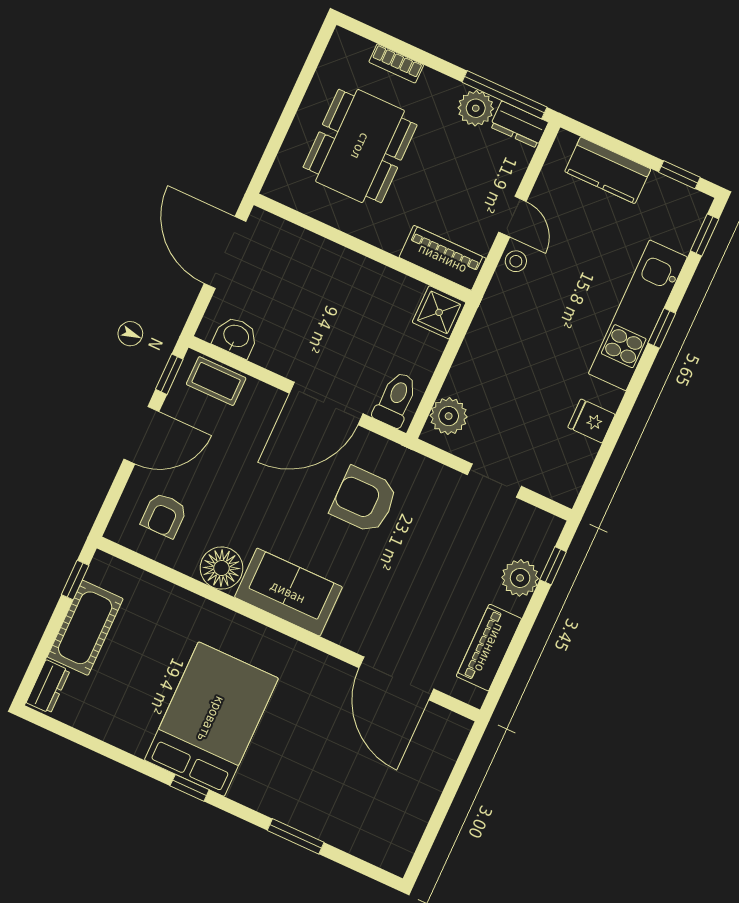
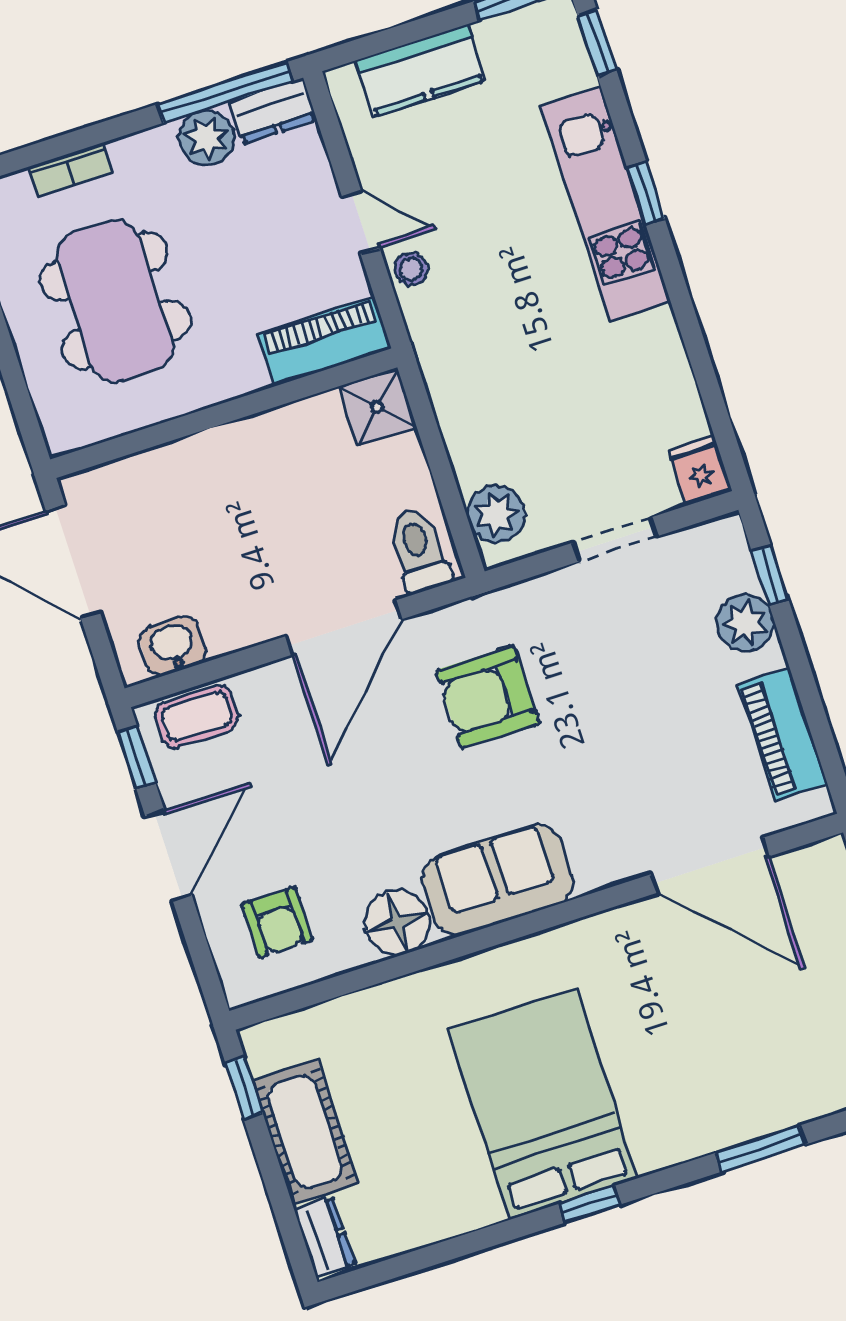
fridge: (591, 421) -> (700, 471), moved, turned 90

